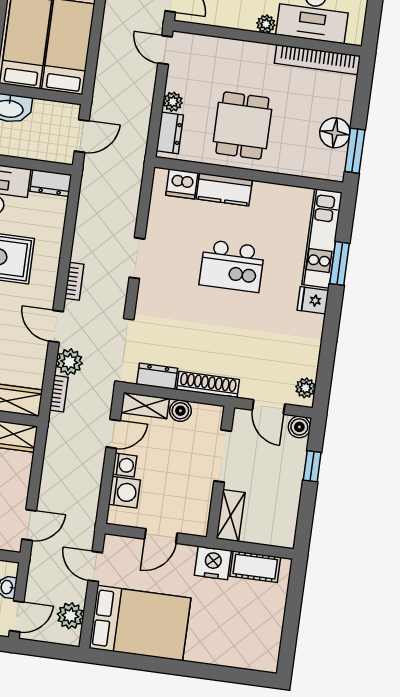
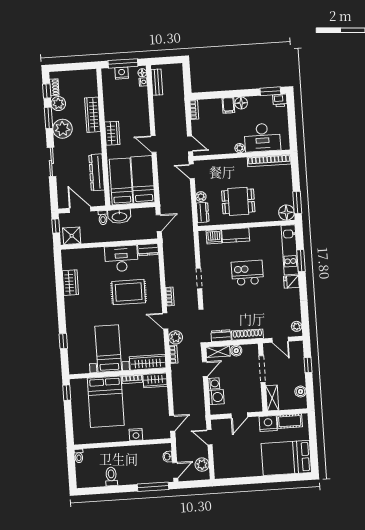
dining table: (242, 126) -> (238, 201), turned 90
floor lamp: (335, 133) -> (286, 213), moved
kitchen island: (232, 266) -> (247, 273), turned 180
boiler: (299, 427) -> (301, 392), moved
bed: (140, 623) -> (286, 458), moved, turned 180

